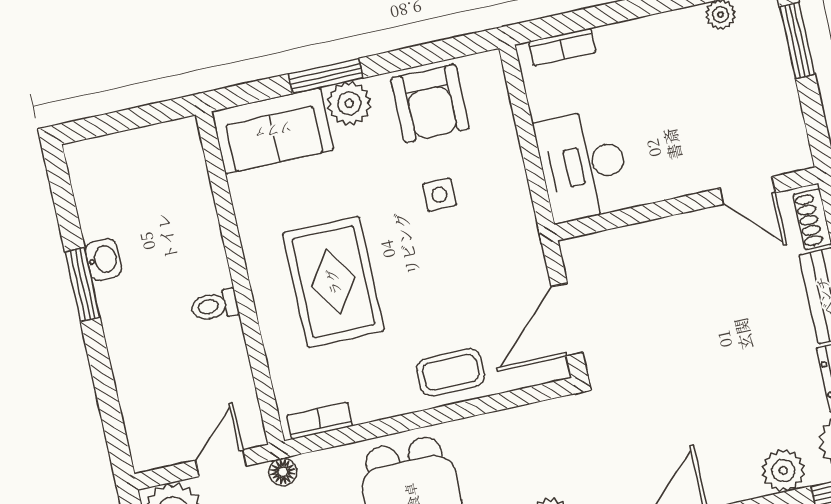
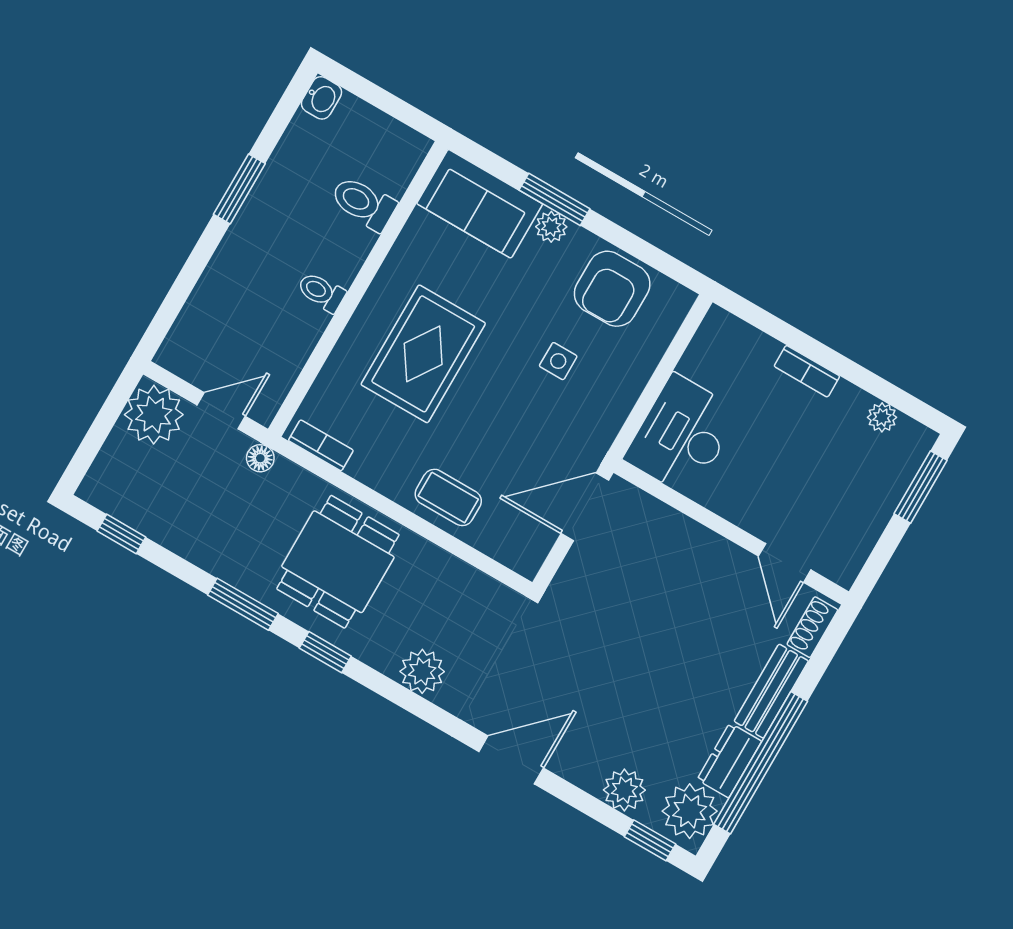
bookcase: (562, 47) -> (807, 371), moved
plant: (349, 103) -> (551, 227), width x0.73, depth x0.73
toilet: (185, 210) -> (363, 203), added
washbasin: (103, 259) -> (321, 98), moved
door: (567, 320) -> (585, 507), moved

